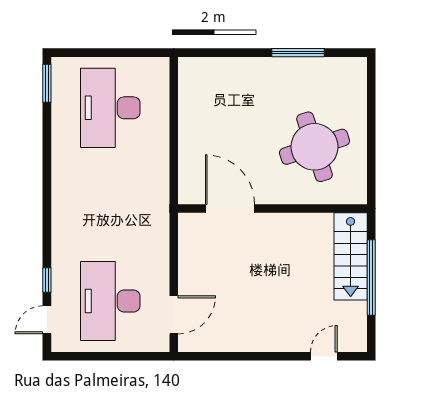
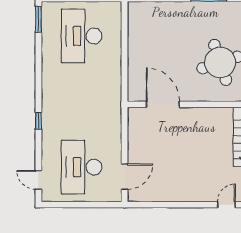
window: (47, 280) -> (38, 121), moved
door: (47, 320) -> (38, 180), hinge flipped

